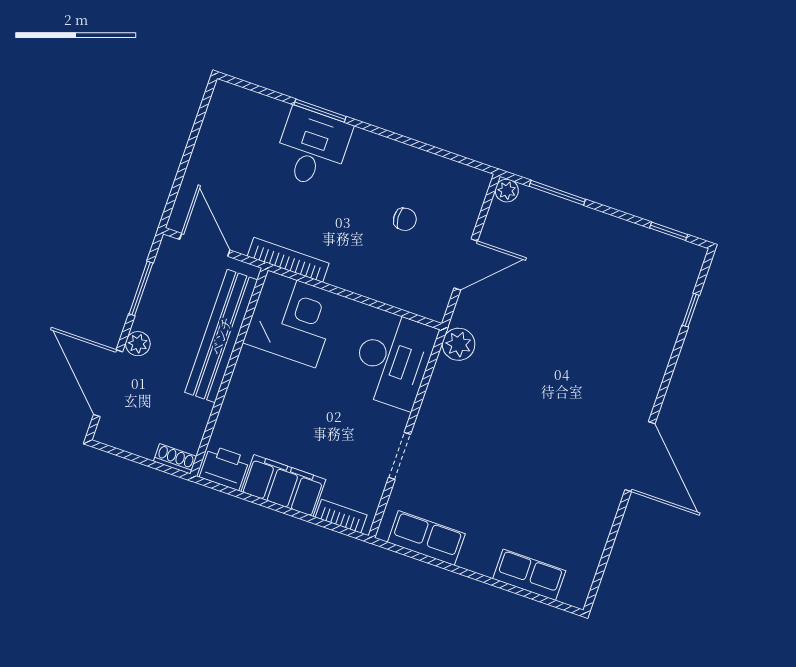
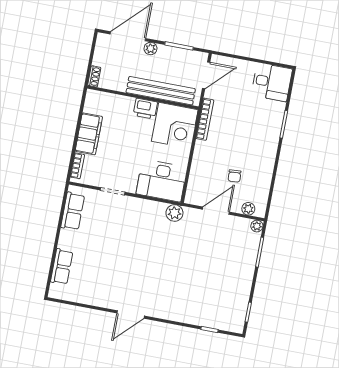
desk: (312, 148) -> (272, 82), moved
plant: (471, 202) -> (248, 209), added
door: (466, 264) -> (216, 211), swing flipped
door: (640, 457) -> (131, 315), width x0.73
printer: (224, 468) -> (145, 109), moved, turned 90

